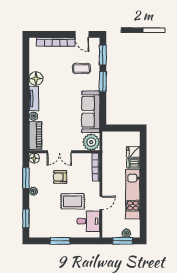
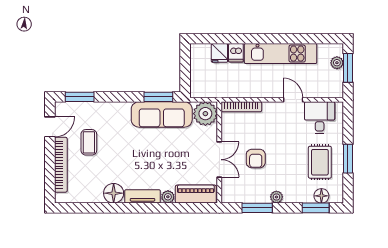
coffee table: (82, 68) -> (89, 142), moved
window: (103, 82) -> (158, 97), moved
floor lamp: (34, 158) -> (321, 196), moved
rug: (73, 201) -> (320, 162), moved

